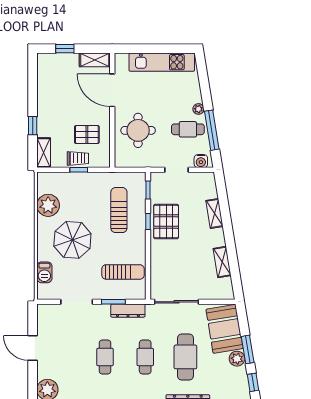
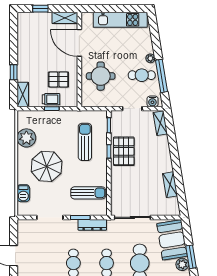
shelving: (214, 213) -> (160, 123), moved

